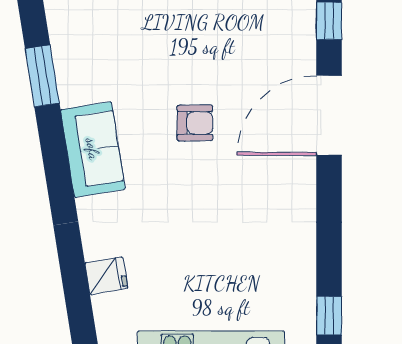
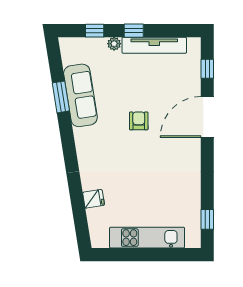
armchair: (195, 123) -> (139, 121), turned -90
sofa: (93, 149) -> (80, 95), moved, width x1.36

